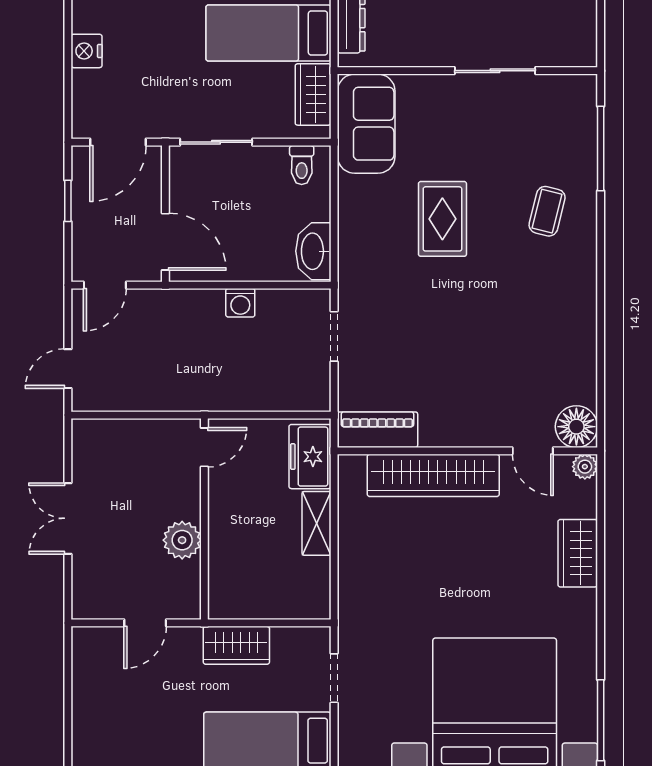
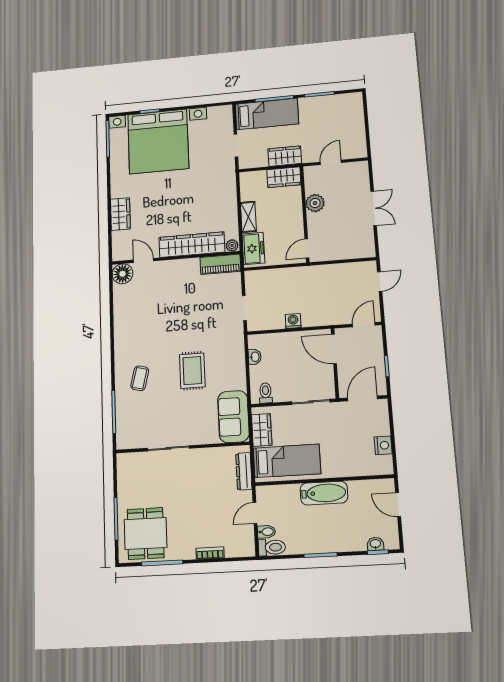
washbasin: (313, 251) -> (255, 357), width x0.52, depth x0.69
plant: (585, 467) -> (232, 245), moved
wardrobe: (241, 600) -> (284, 177), added

